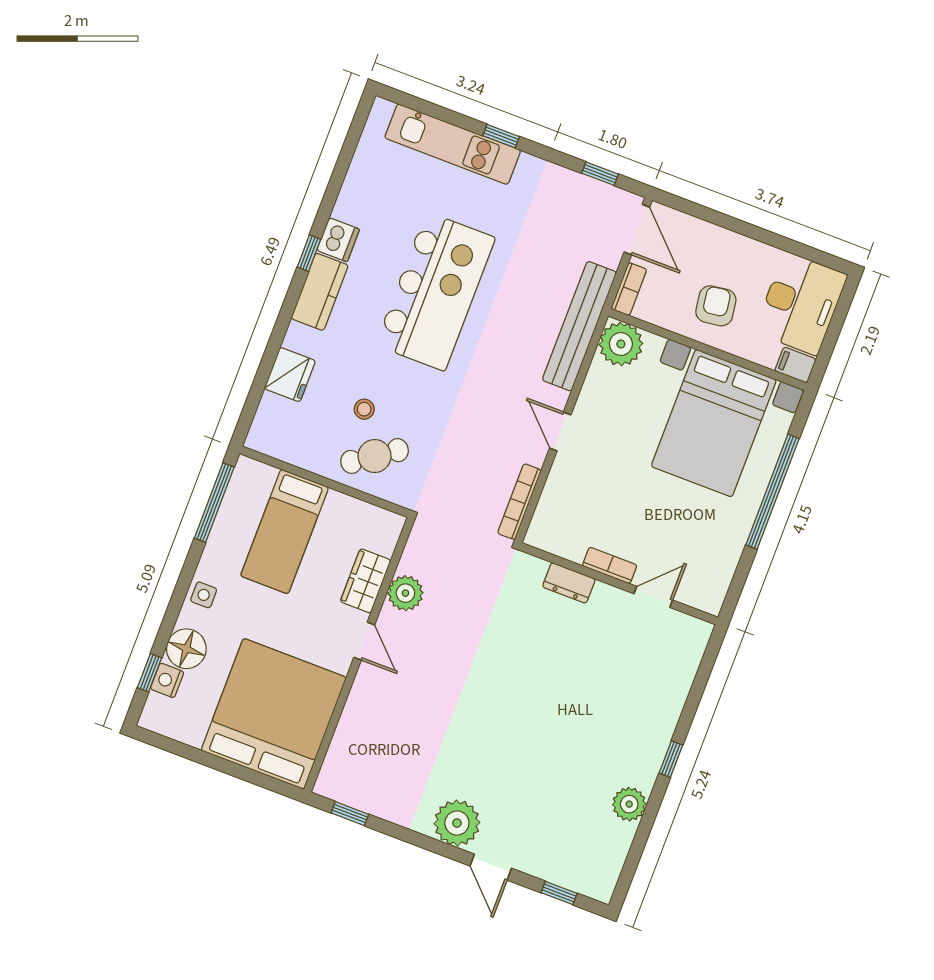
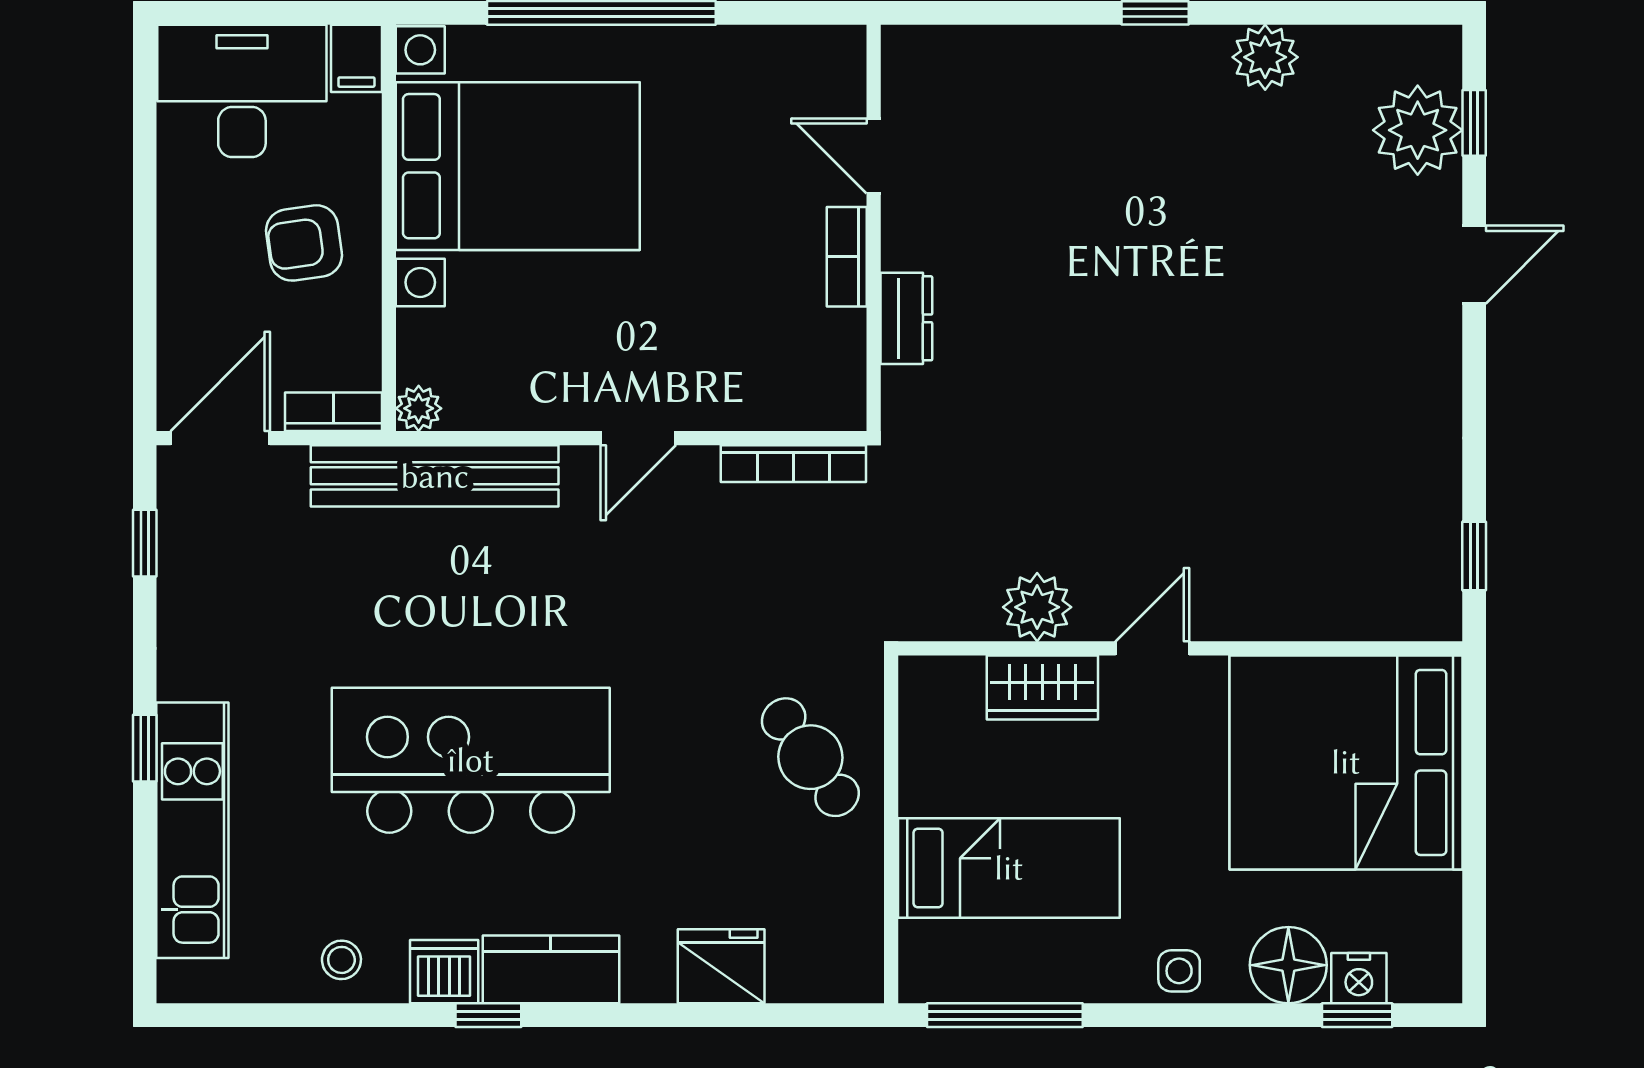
plant: (621, 344) -> (419, 408), width x0.53, depth x0.53
stool: (364, 409) -> (341, 960), moved
plant: (457, 823) -> (1418, 130), moved

